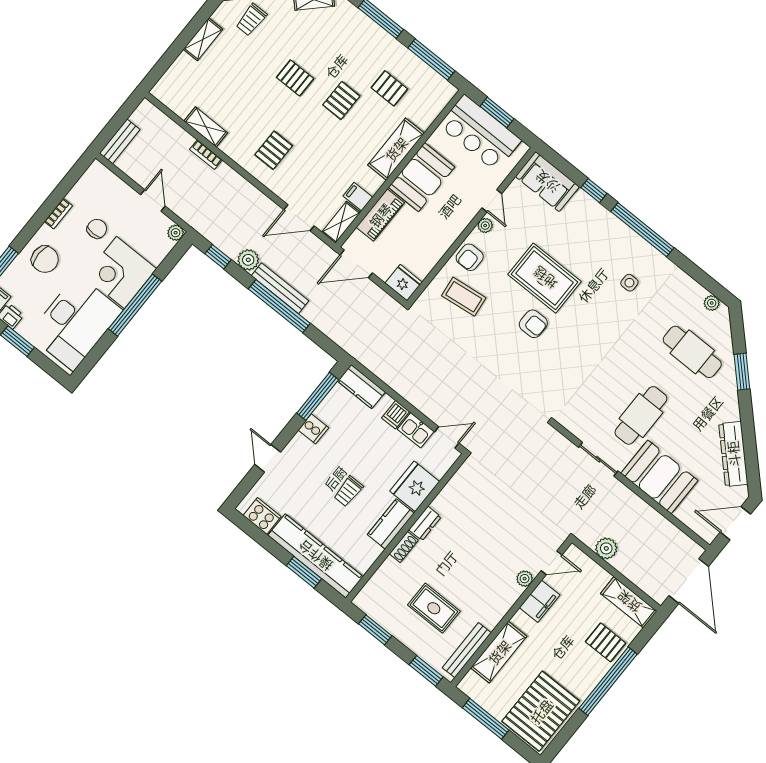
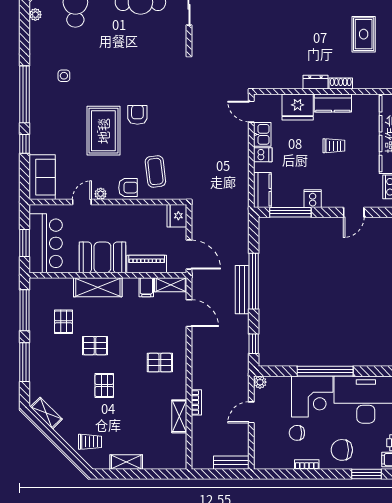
chair: (45, 259) -> (342, 450), turned -90
plant: (248, 260) -> (240, 324), removed

